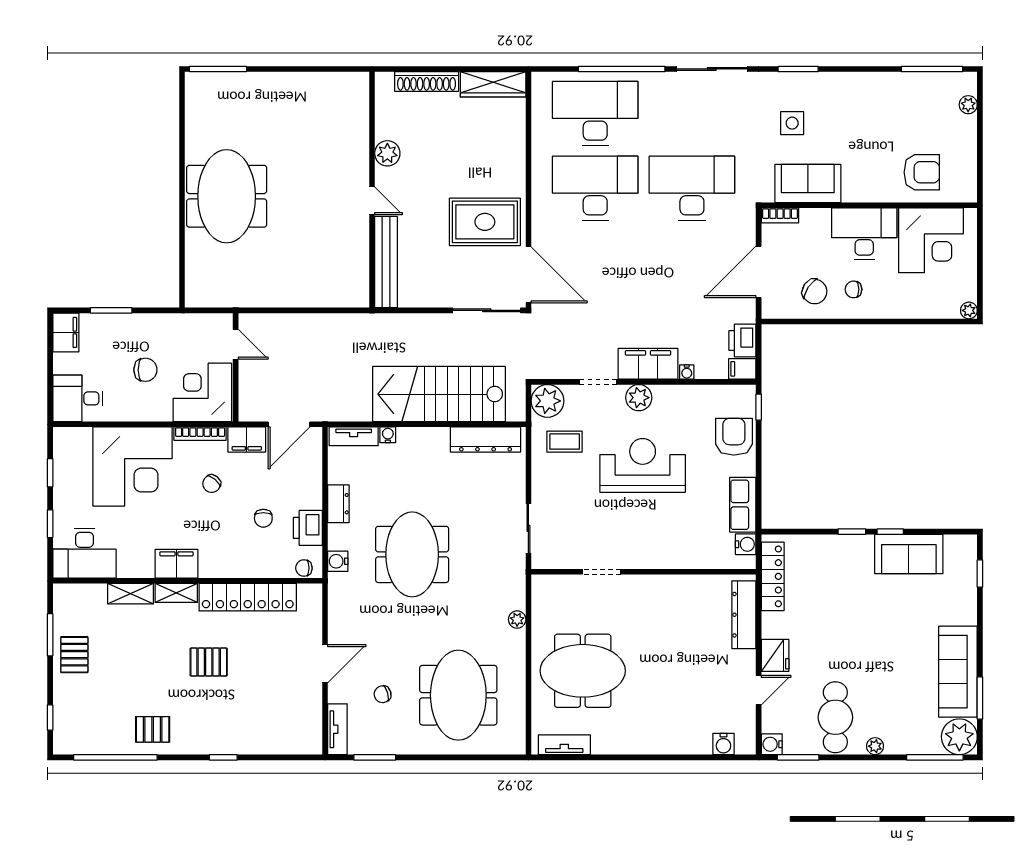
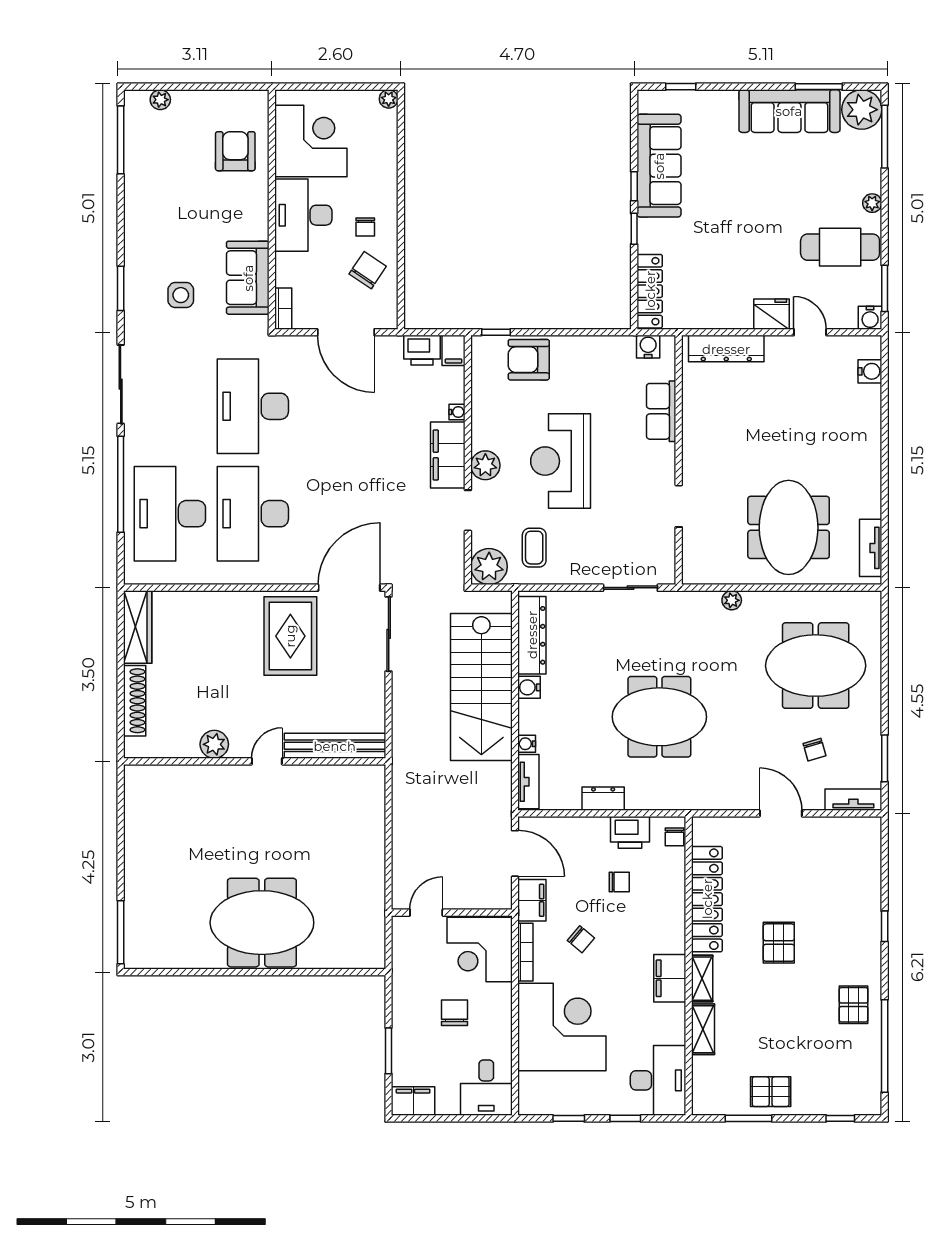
row of seats: (743, 505) -> (661, 411), moved, turned 90
sofa: (909, 554) -> (659, 166), width x1.36
water cooler: (338, 561) -> (529, 687), moved, turned 90
locker: (773, 576) -> (650, 291), moved, turned 90

